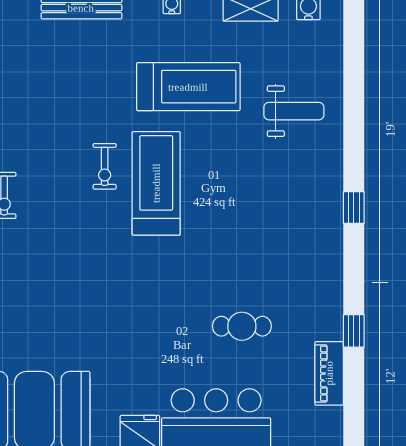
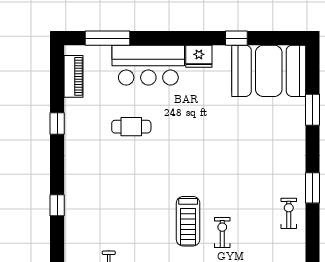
treadmill: (156, 183) -> (188, 221), width x0.73, depth x0.73
piano: (329, 373) -> (73, 76), moved

